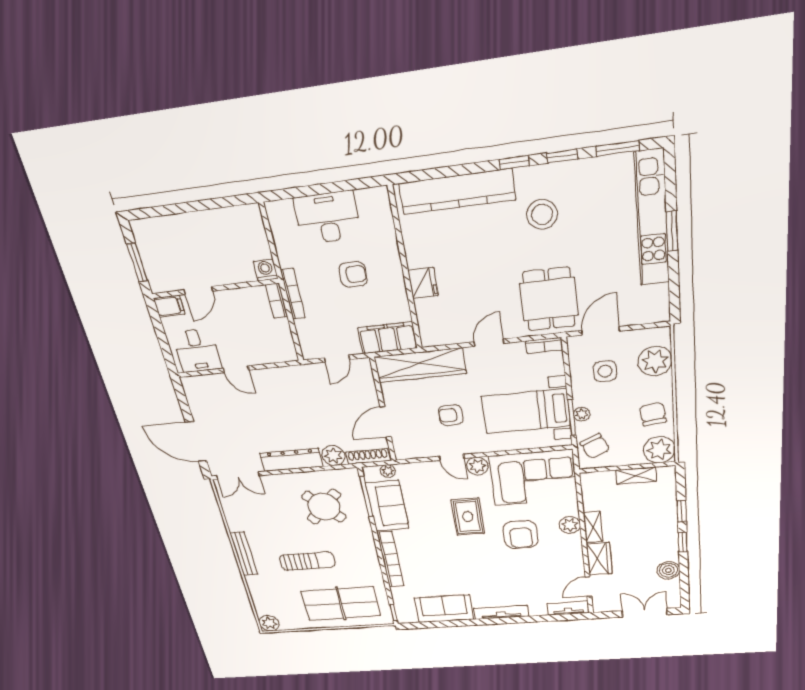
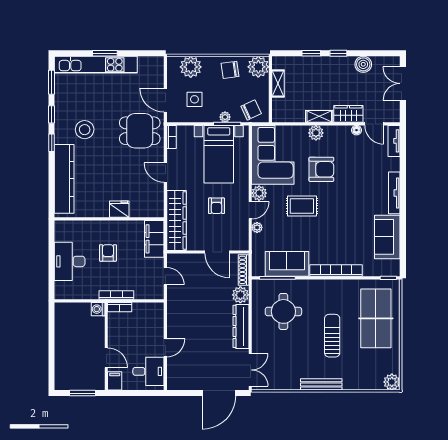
plant: (388, 471) -> (257, 227), moved
round table: (324, 507) -> (283, 311), turned 45
floor lamp: (578, 569) -> (357, 130), added

